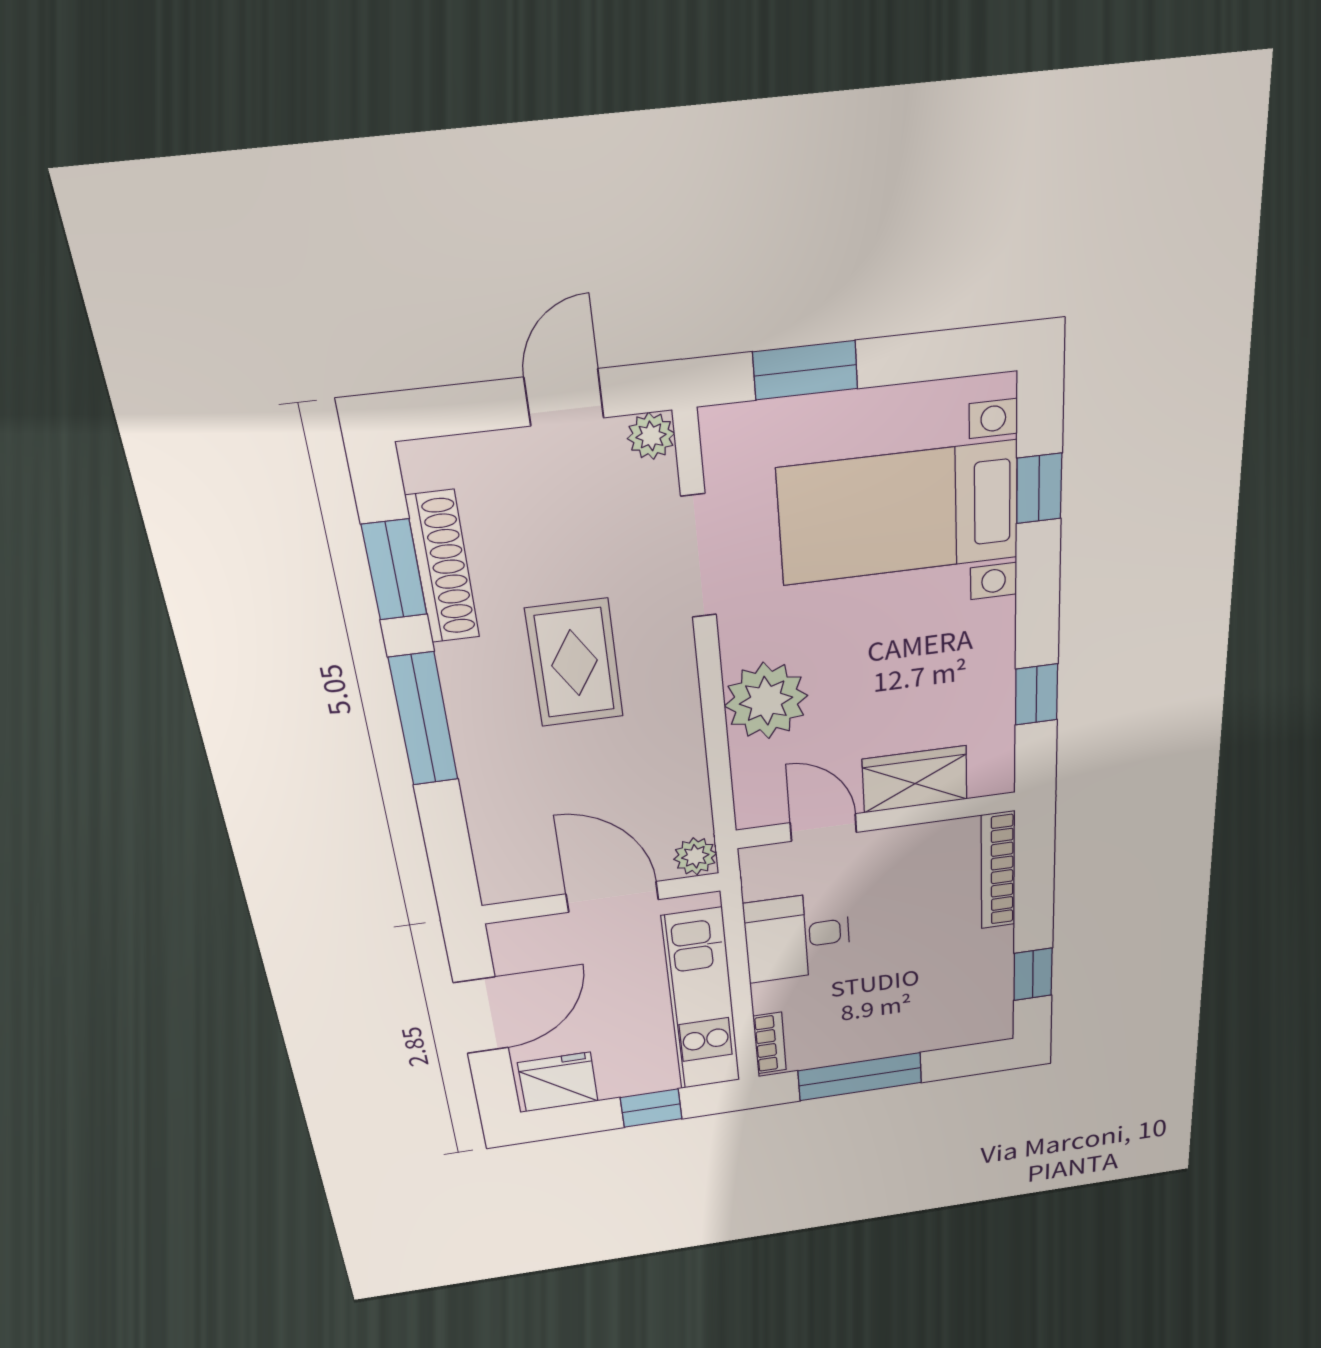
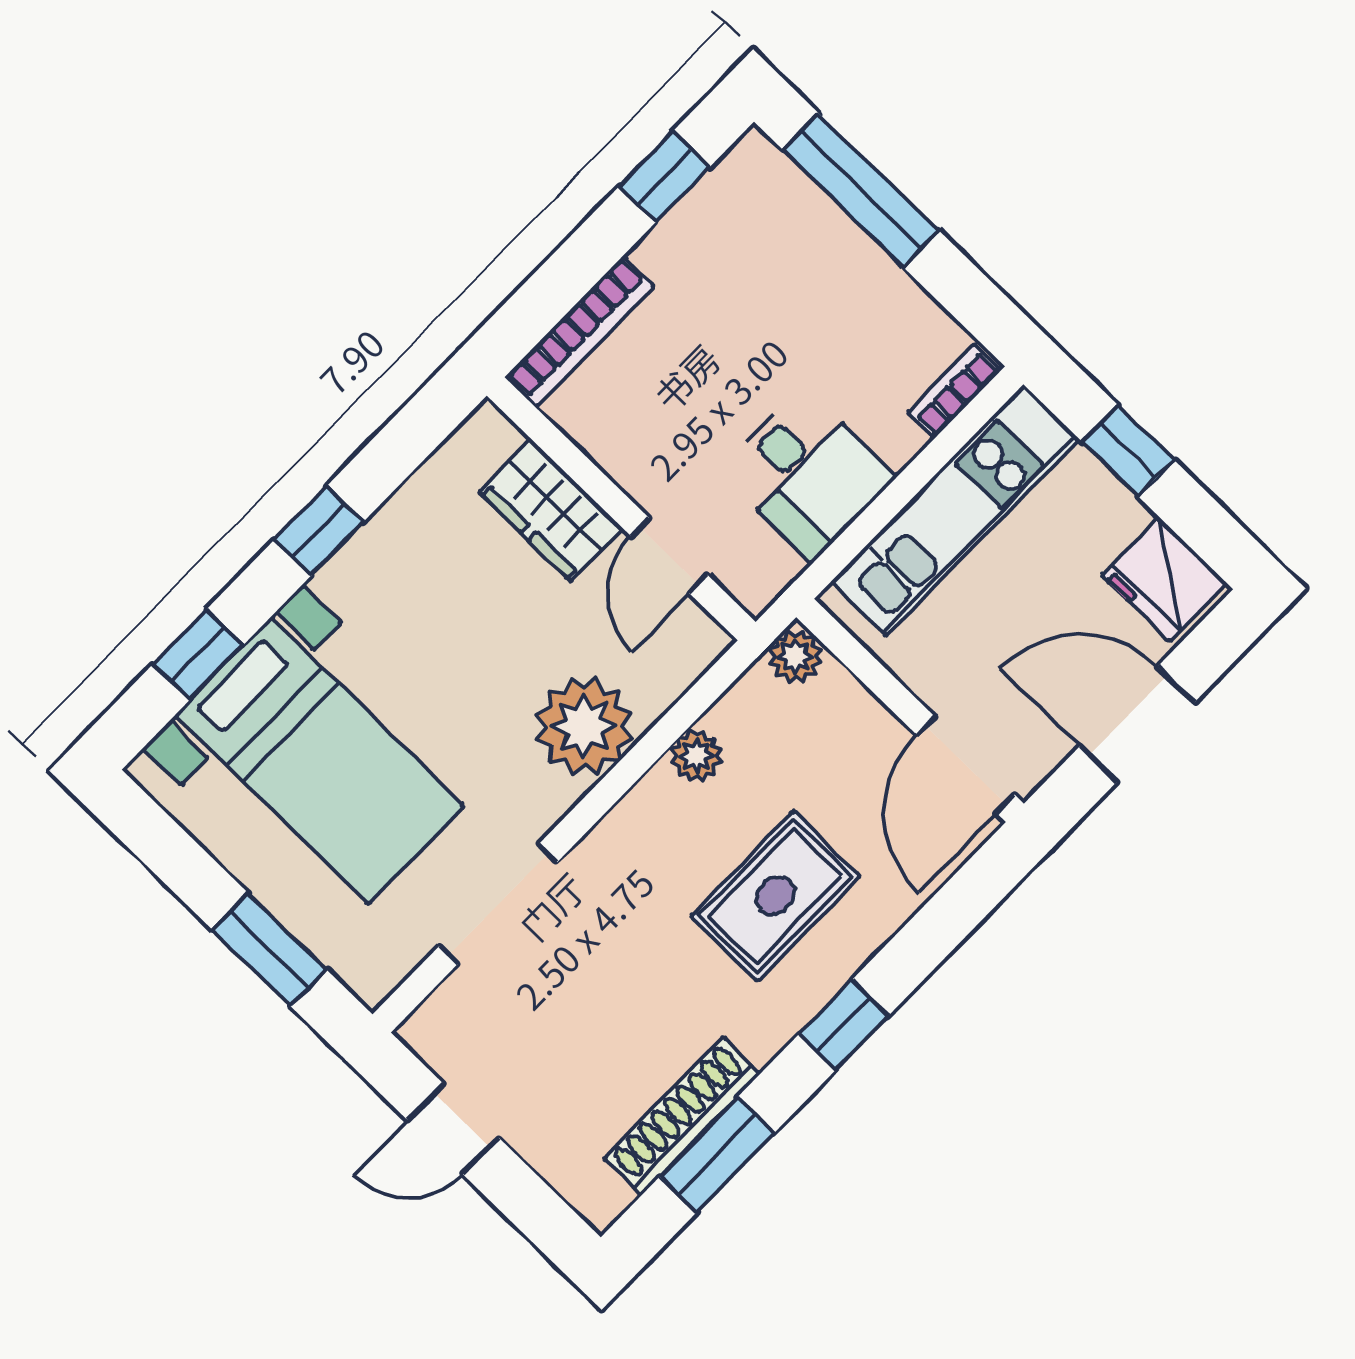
plant: (651, 436) -> (696, 756), moved
rug: (575, 663) -> (775, 896), moved
window: (1036, 694) -> (319, 531), moved
window: (423, 719) -> (844, 1025), width x0.46
door: (612, 897) -> (965, 764), moved
window: (860, 1077) -> (861, 190), moved

